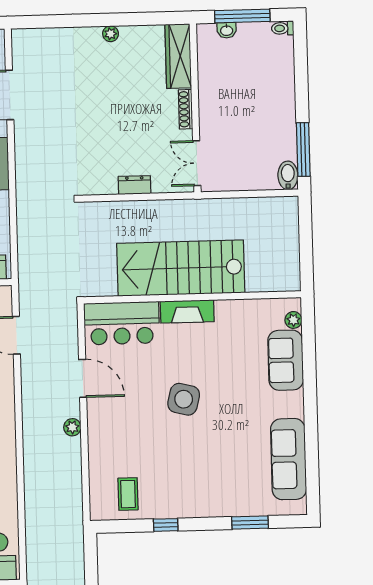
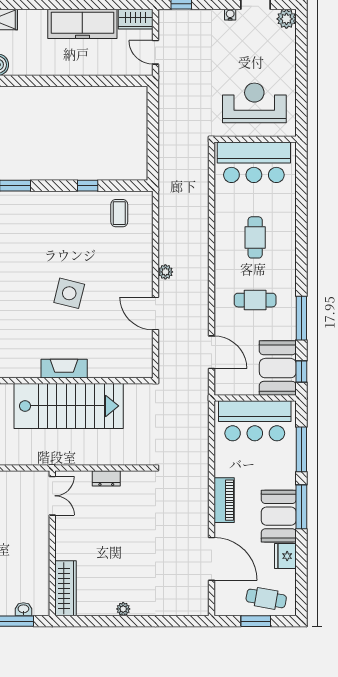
shoe rack: (185, 109) -> (61, 542), removed
bar counter: (122, 323) -> (121, 360), removed

